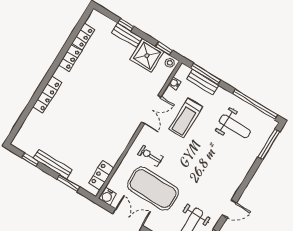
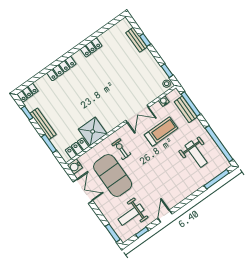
bench: (127, 35) -> (136, 40), moved
locker: (83, 36) -> (28, 93), moved
shower: (147, 56) -> (93, 131), moved
treadmill: (186, 118) -> (161, 132), turned 180
door: (229, 209) -> (165, 216), swing flipped

